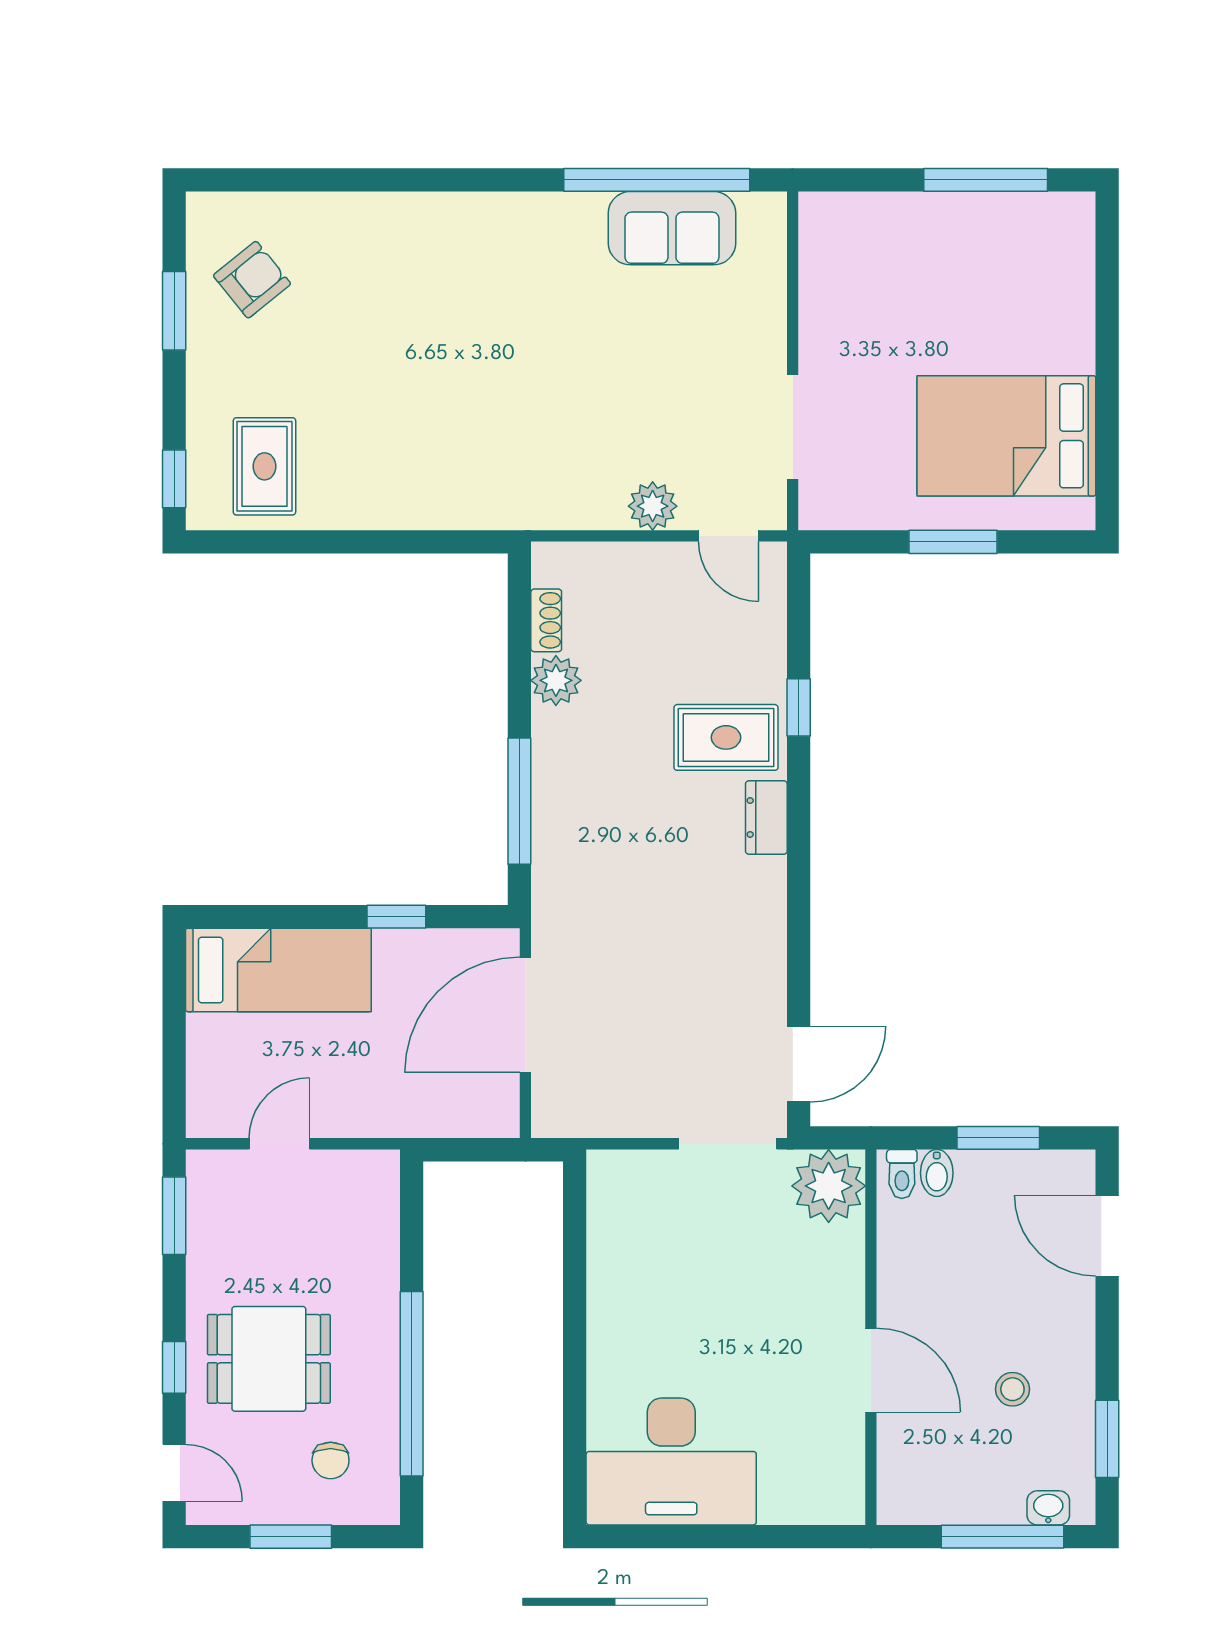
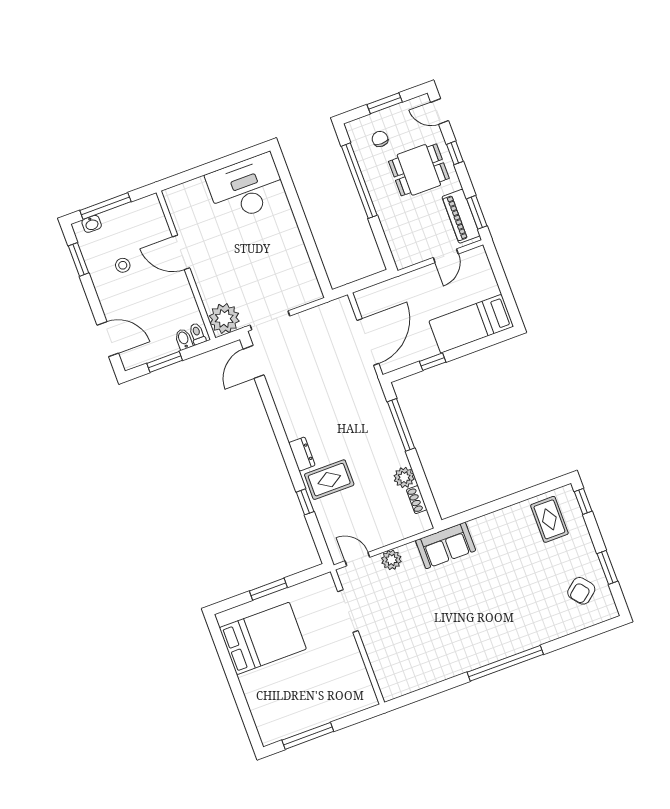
window: (657, 180) -> (505, 663), moved
sofa: (672, 228) -> (446, 545), moved, turned 180
piano: (212, 1220) -> (461, 216), added

